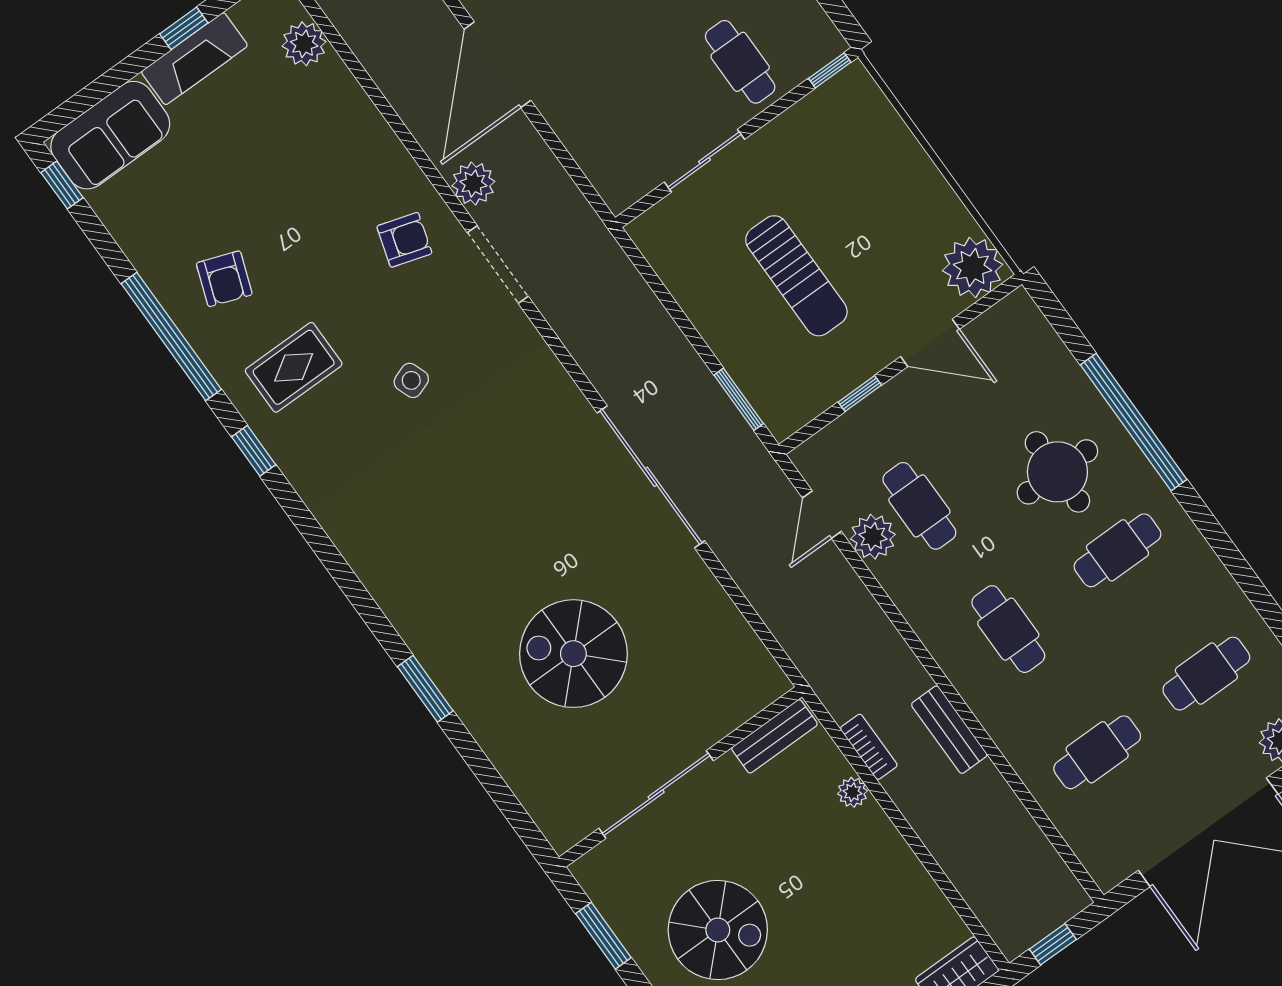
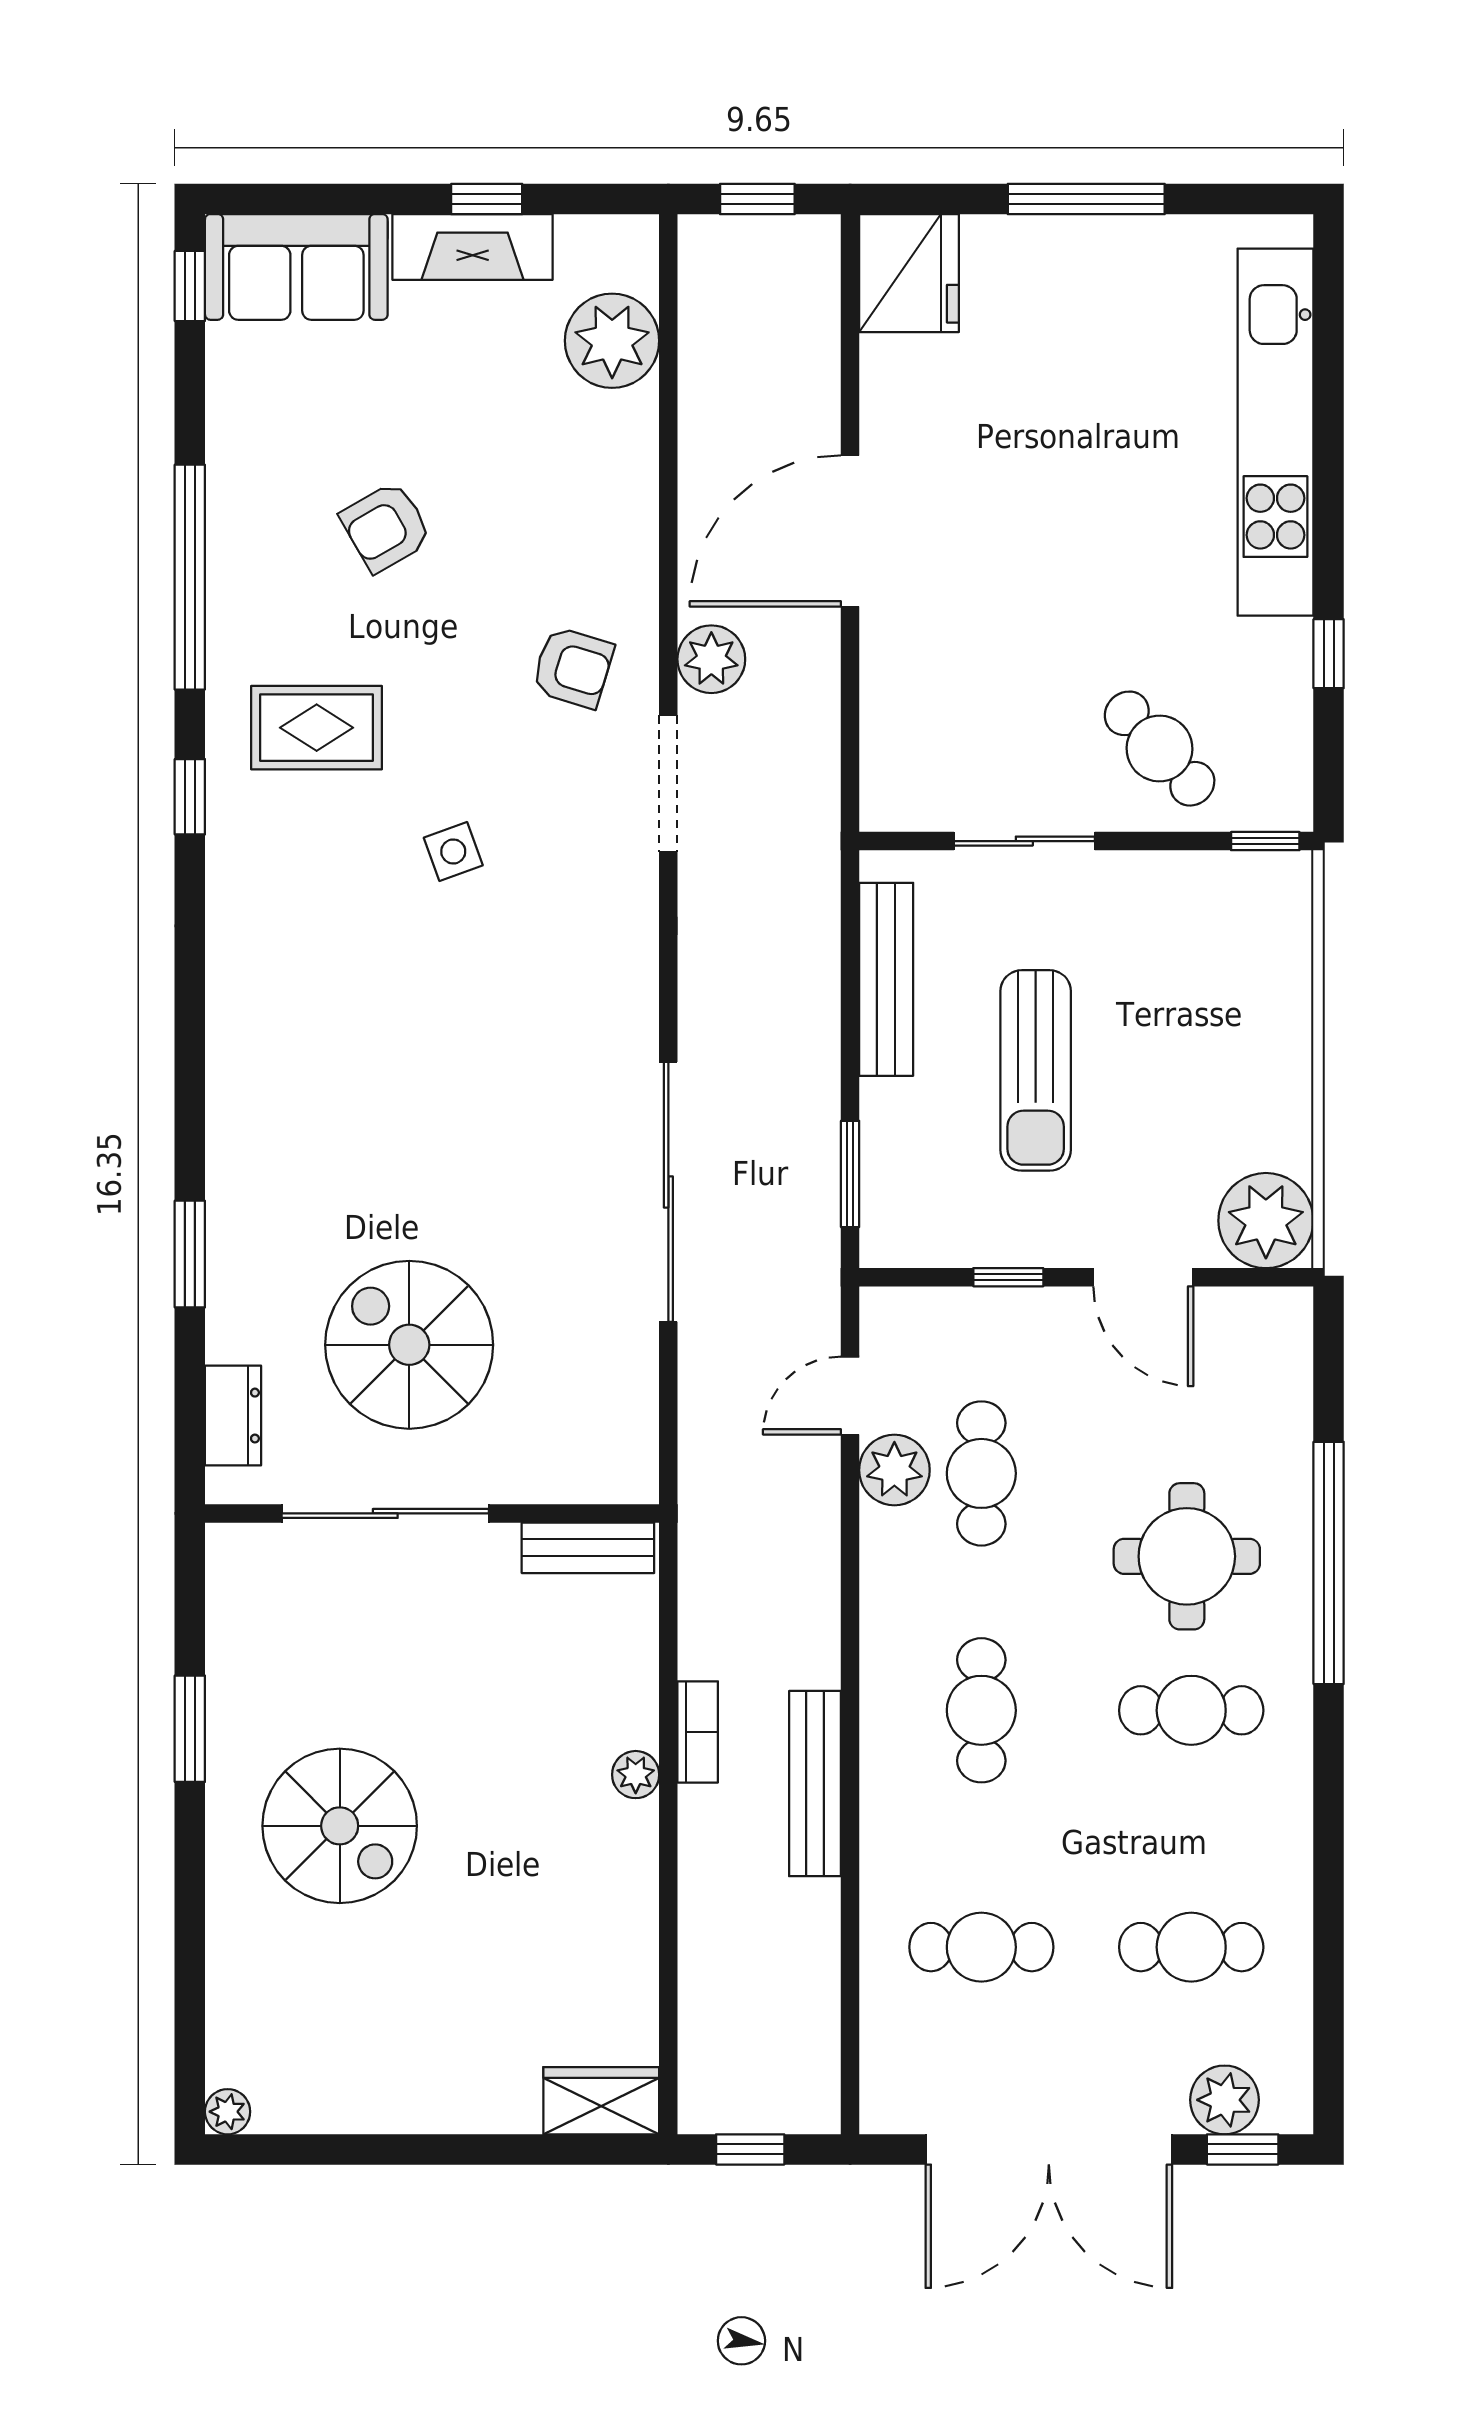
plant: (304, 44) -> (612, 341), width x1.36, depth x1.36
cafe table: (740, 62) -> (1160, 749), turned -43
armchair: (224, 279) -> (386, 527), moved, turned 40
bench: (684, 284) -> (886, 979), added
bench: (949, 730) -> (815, 1784), width x1.36
bench: (774, 736) -> (588, 1548), moved
dresser: (508, 757) -> (233, 1416), added
wall: (680, 777) -> (432, 1513), moved
sliding door: (656, 794) -> (385, 1513), moved

